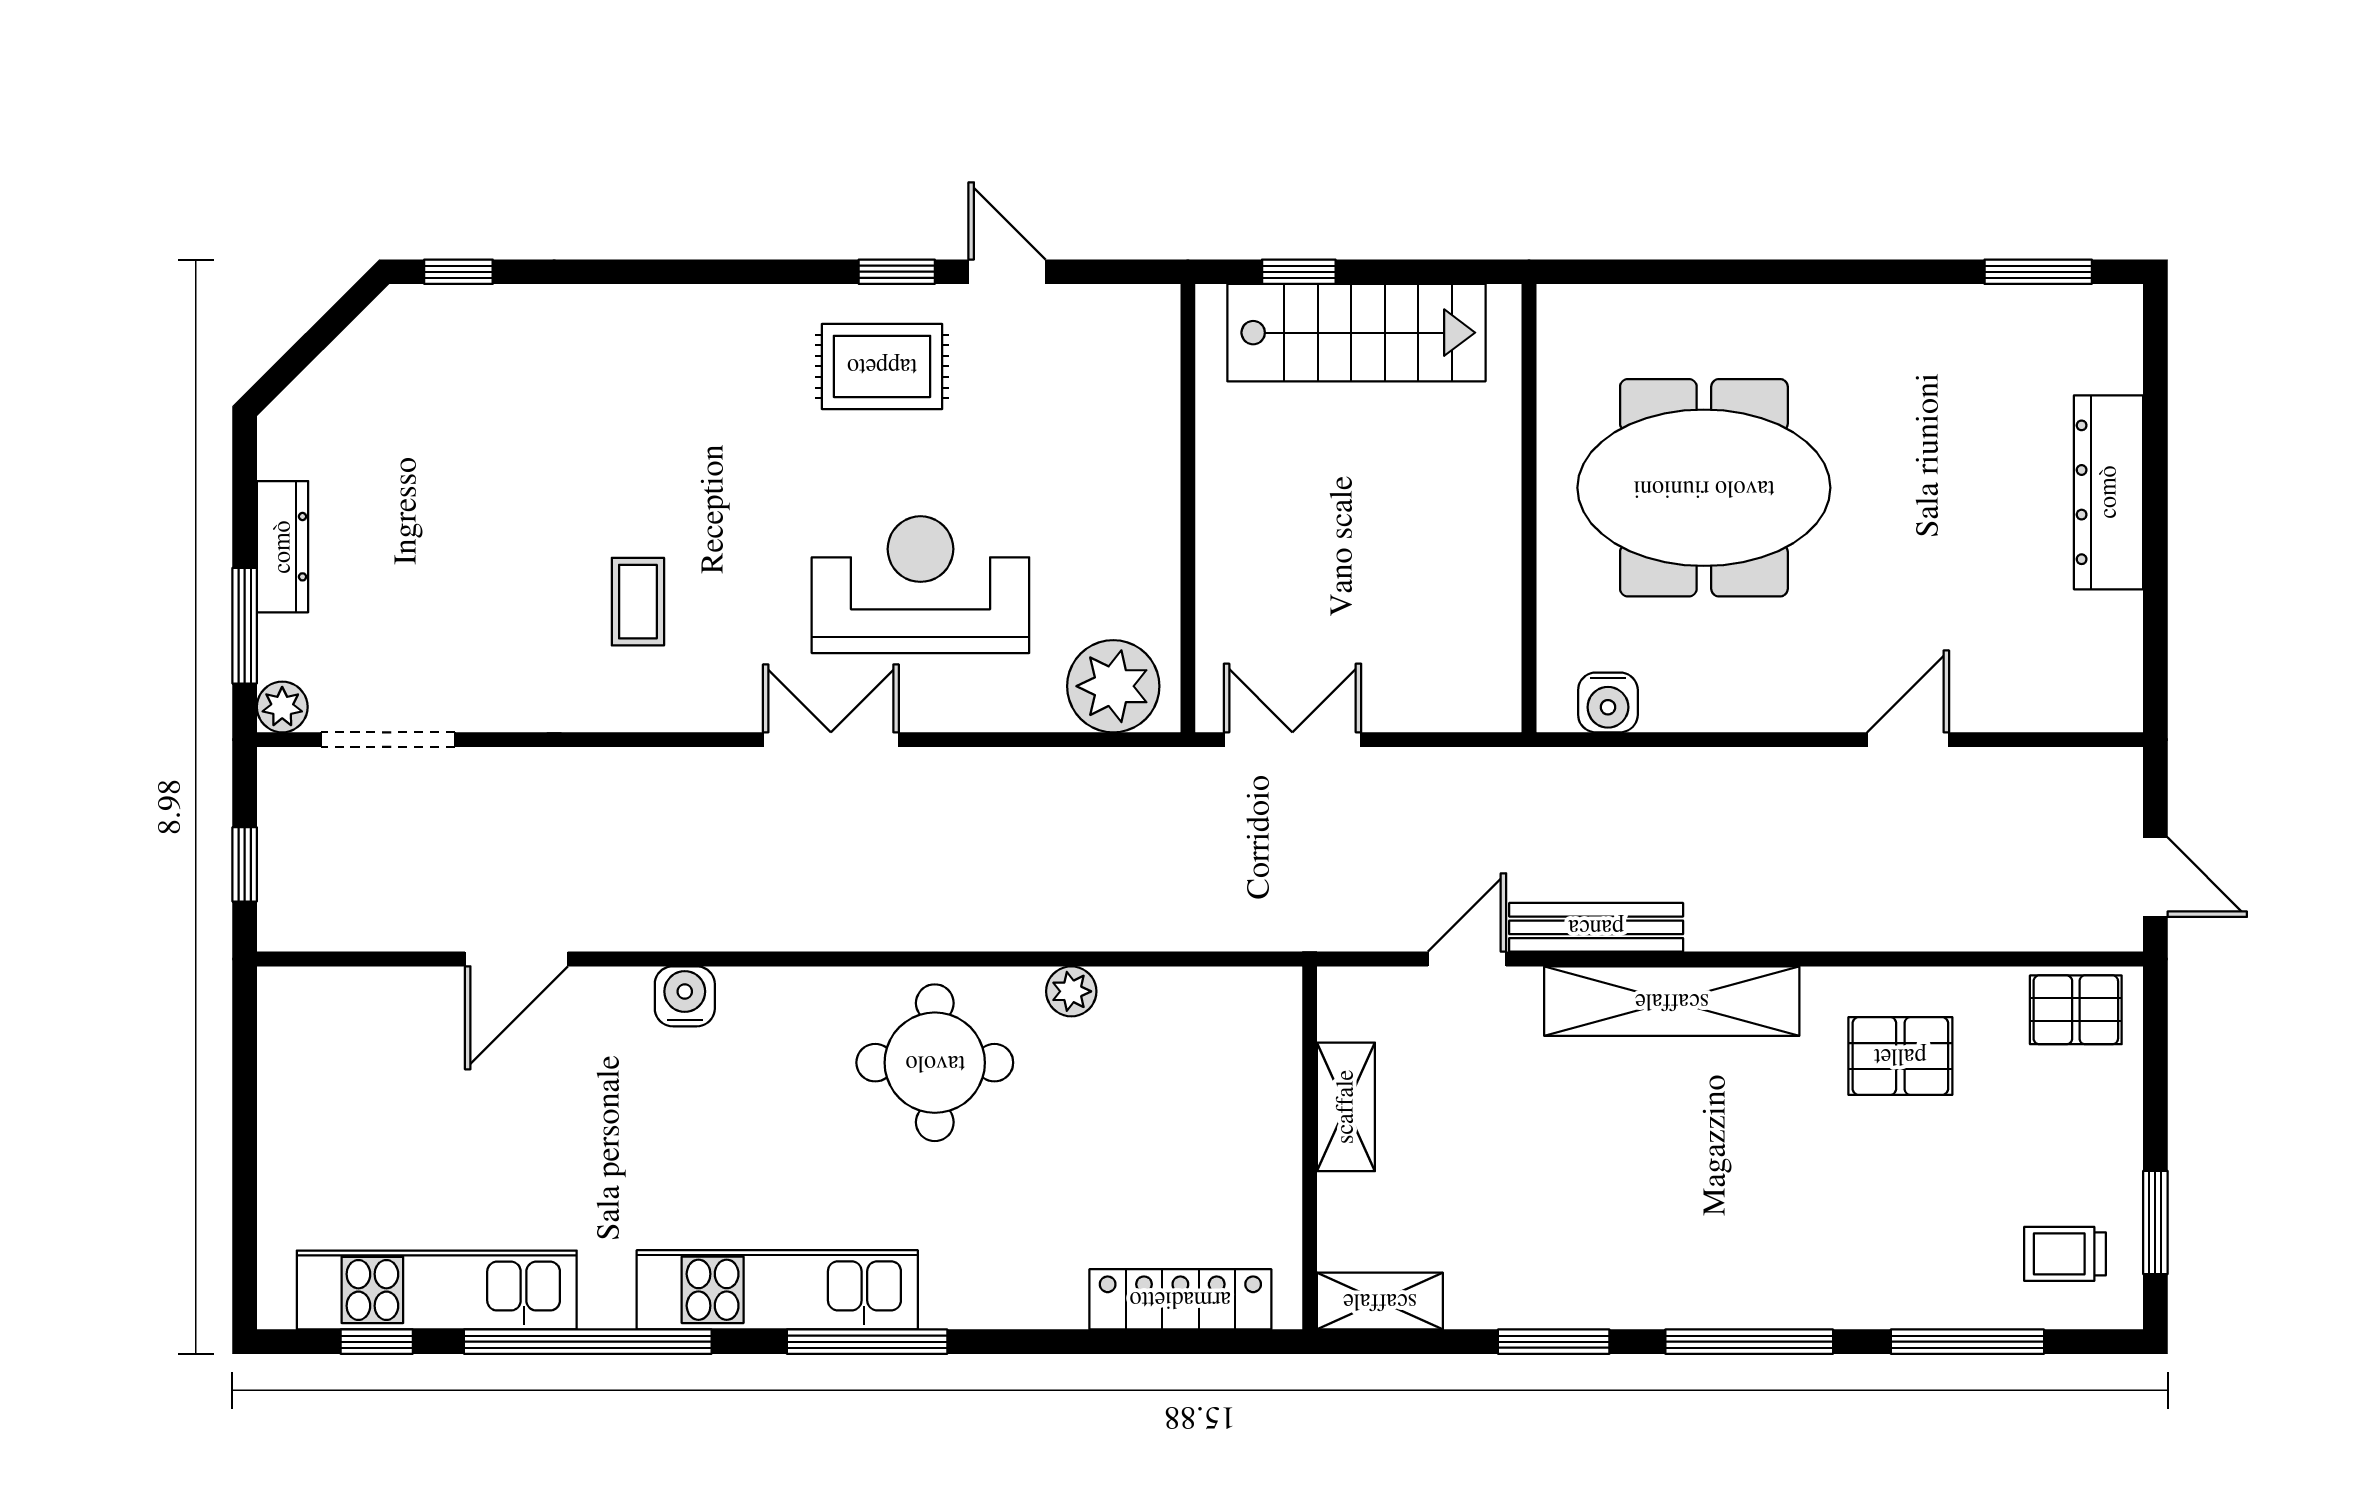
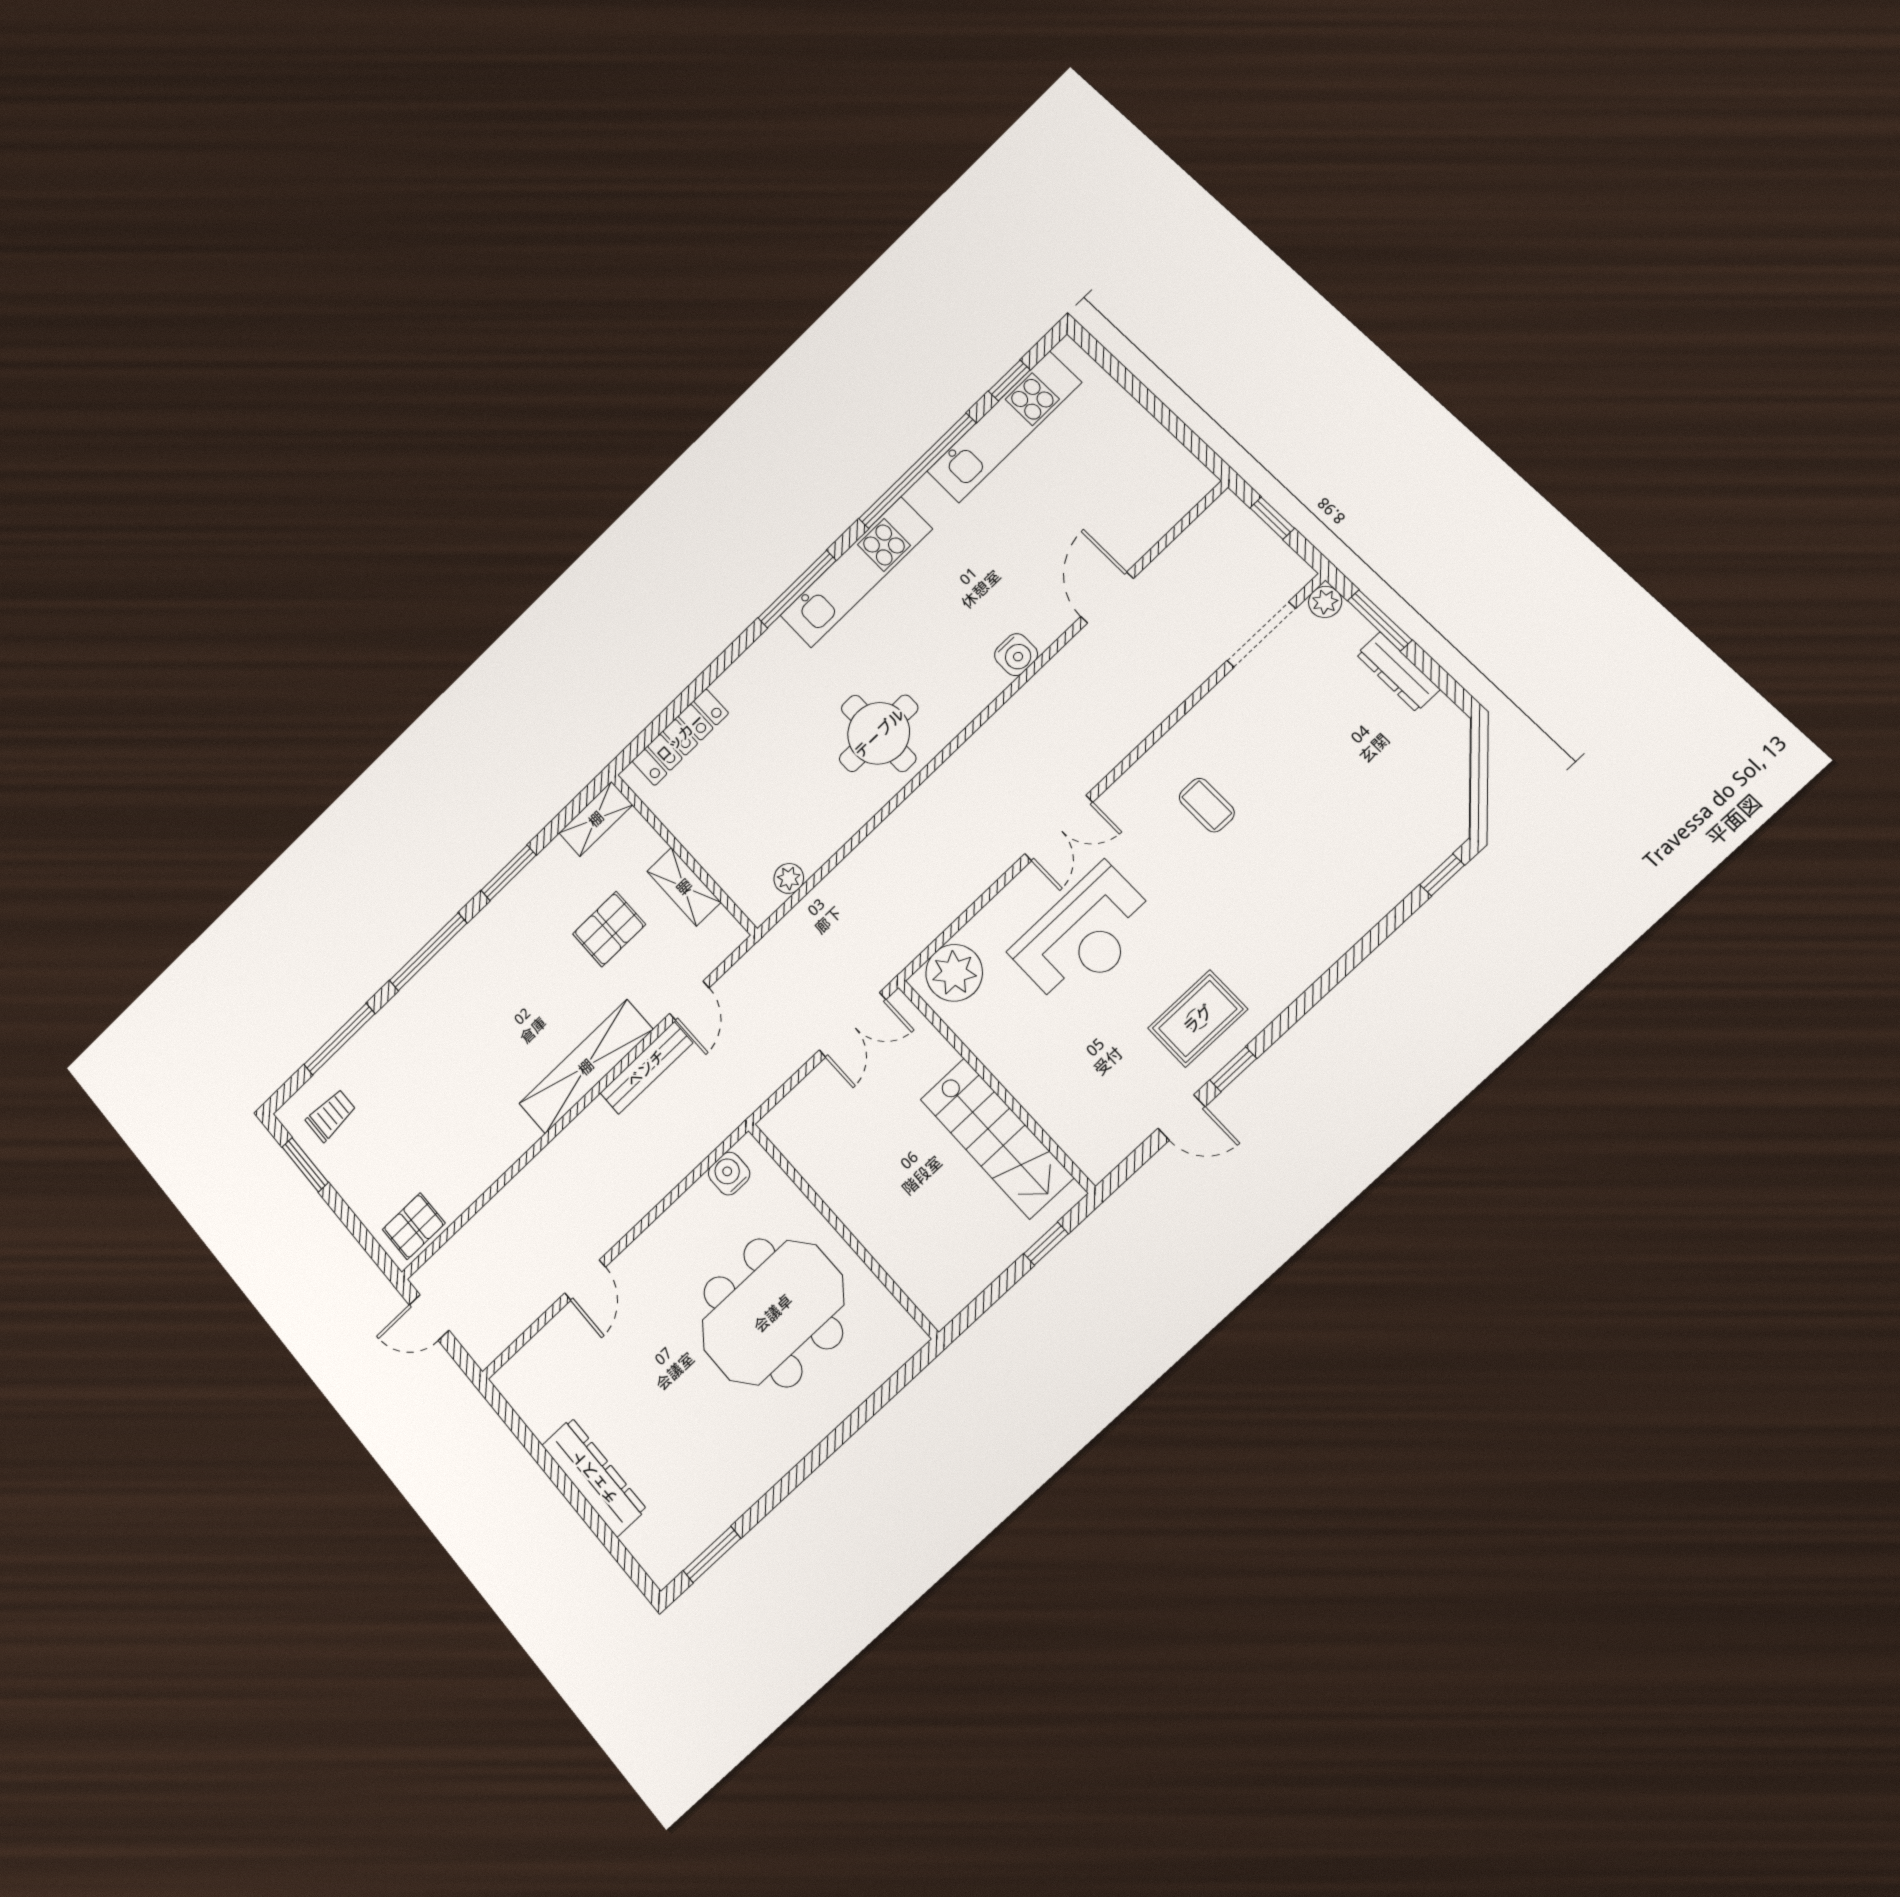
stairs: (1356, 333) -> (997, 1138), moved, turned -90
plant: (1071, 991) -> (789, 878), moved
pallet: (1900, 1056) -> (609, 929), moved

